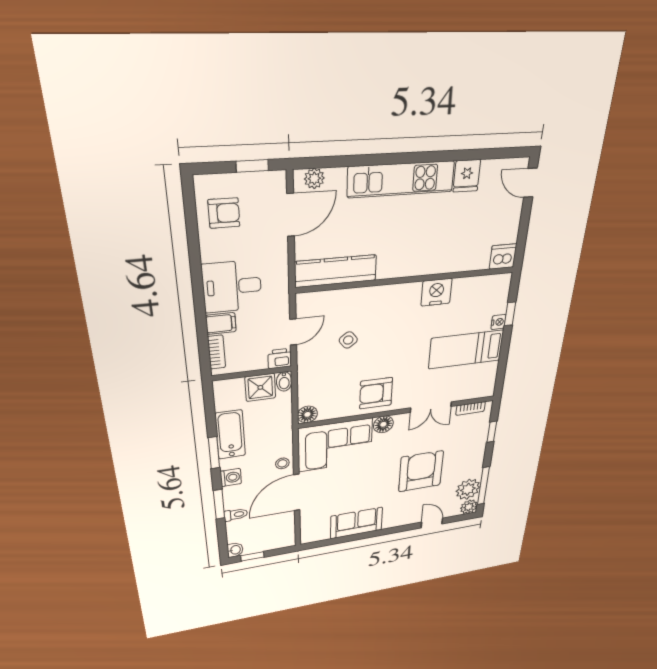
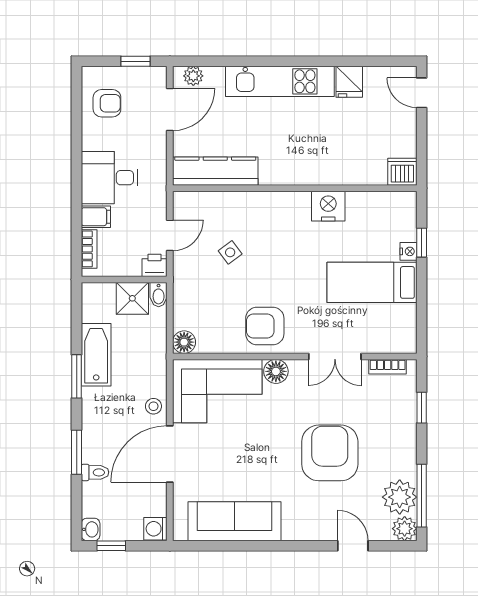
washing machine: (231, 477) -> (155, 529), moved, turned 180
sofa: (356, 523) -> (235, 521), width x1.36

